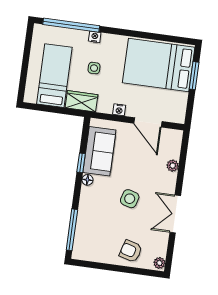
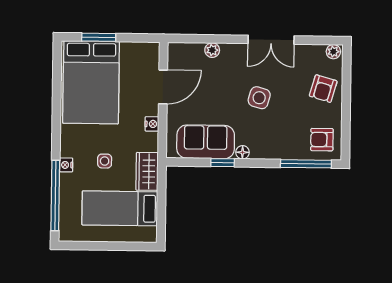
armchair: (90, 245) -> (322, 140), added

